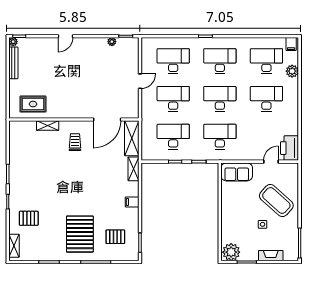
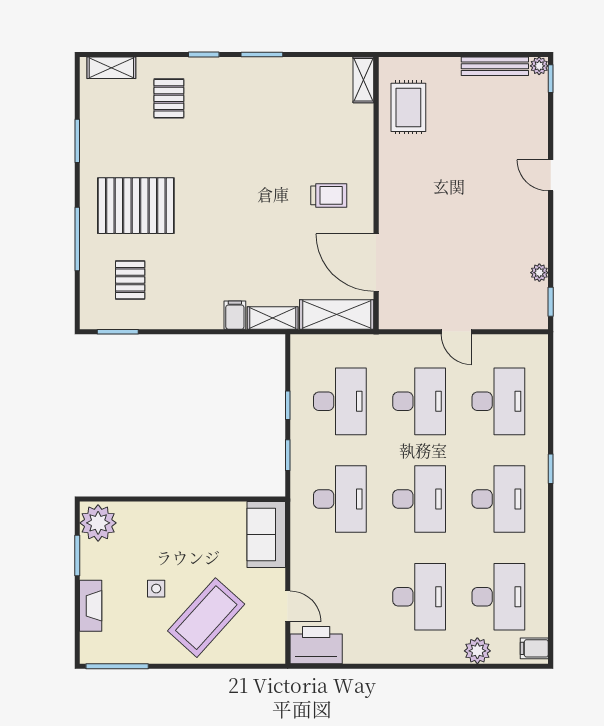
shelving: (48, 125) -> (363, 80), moved
filing cabinet: (132, 202) -> (235, 315), moved

